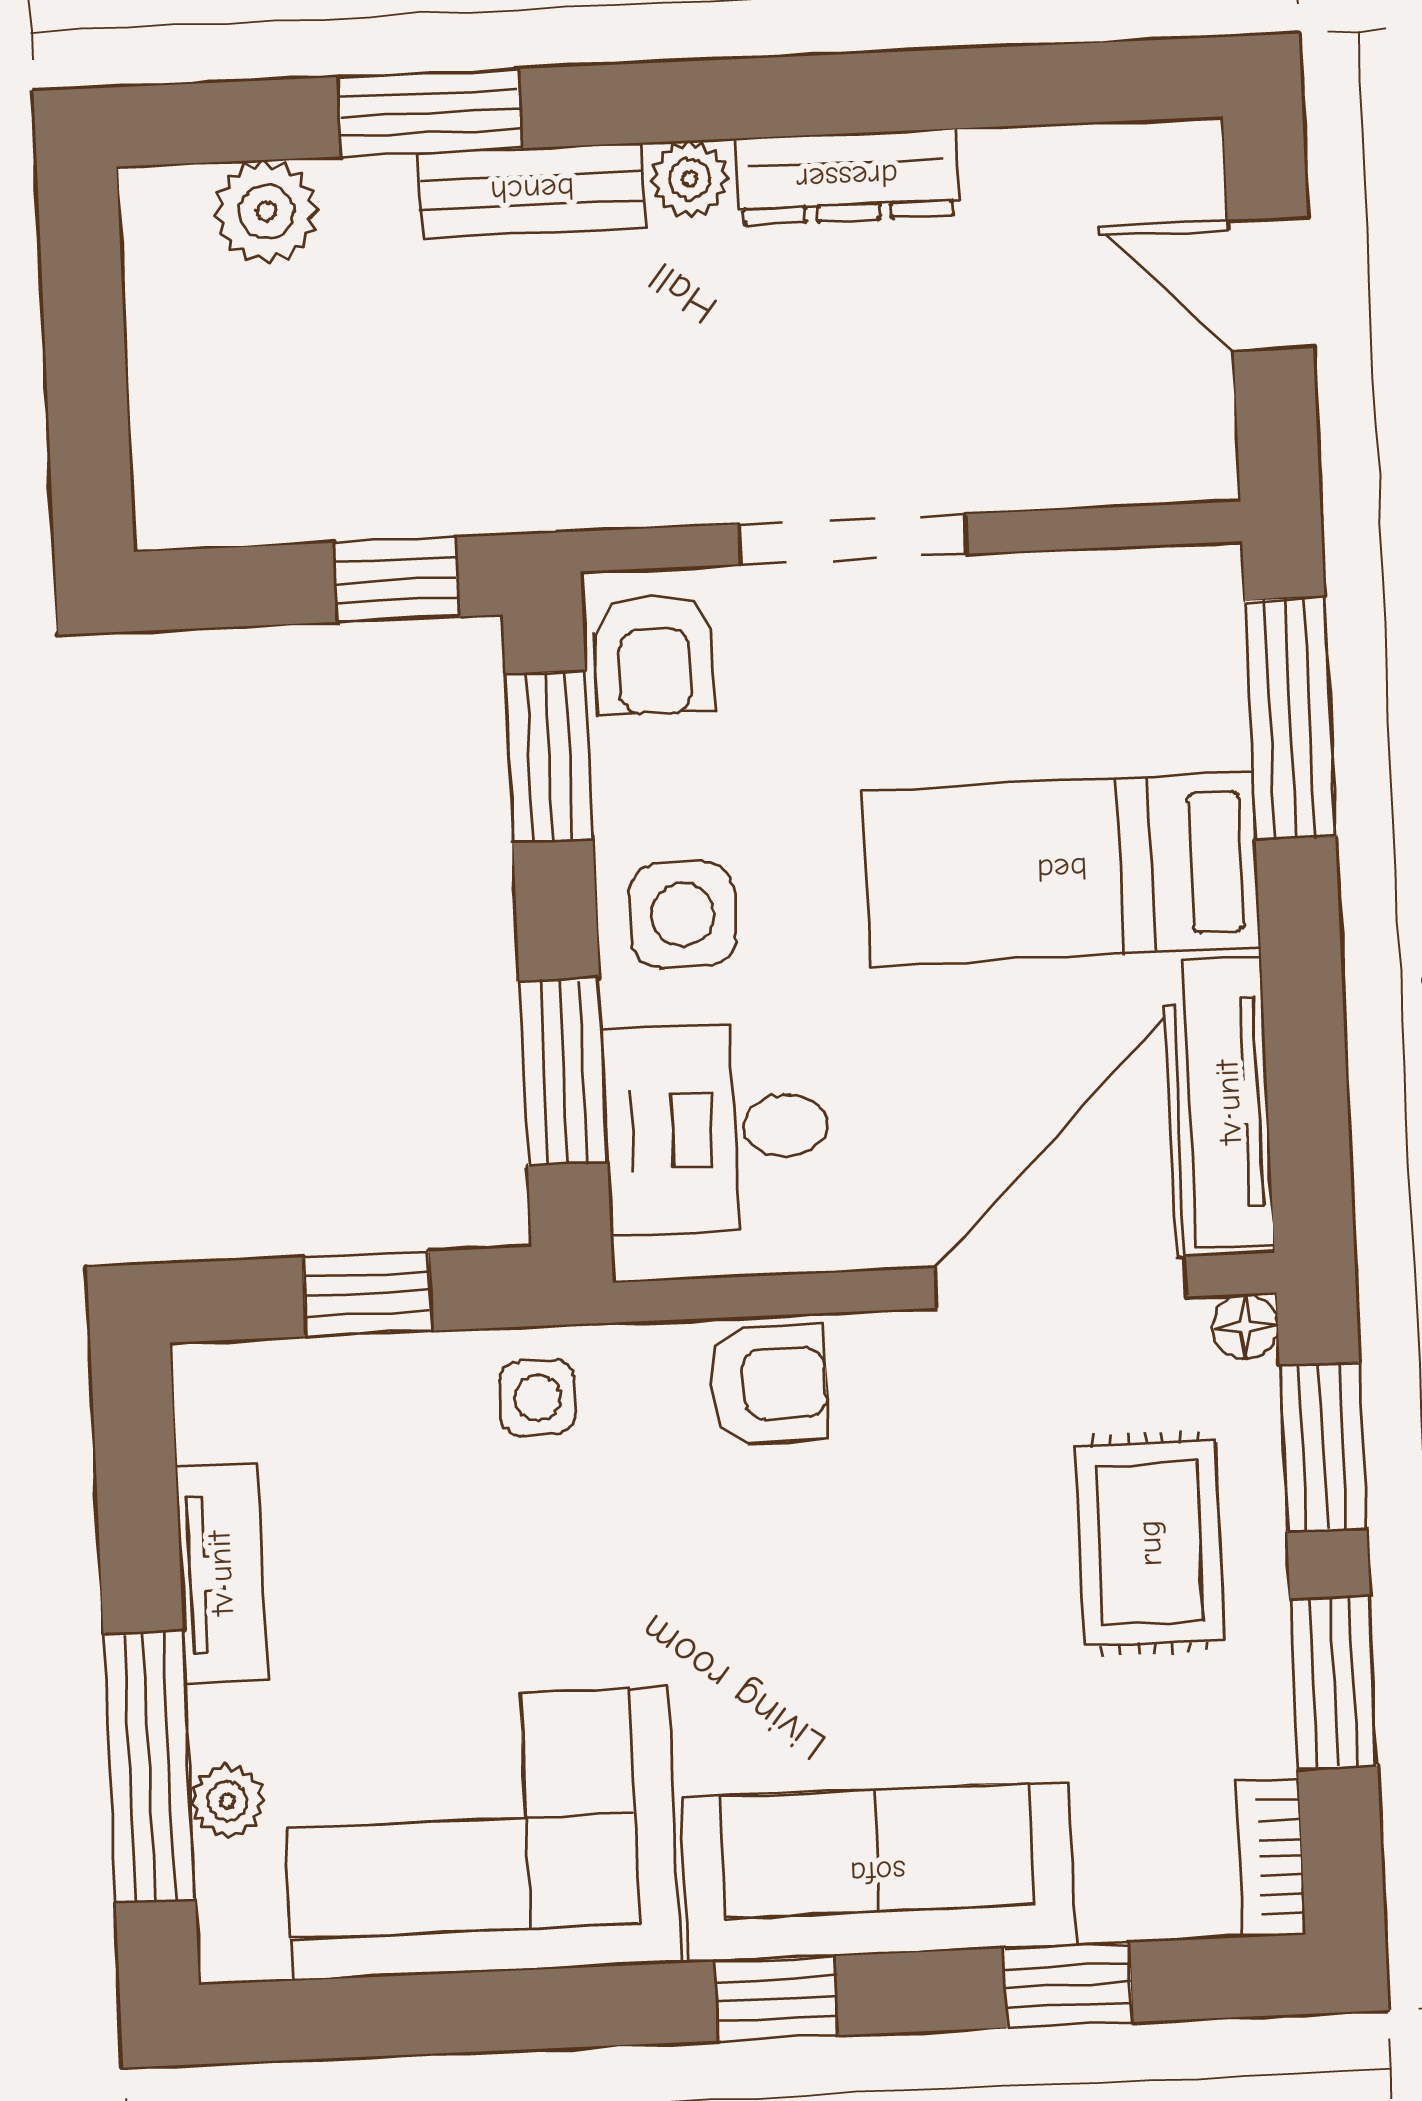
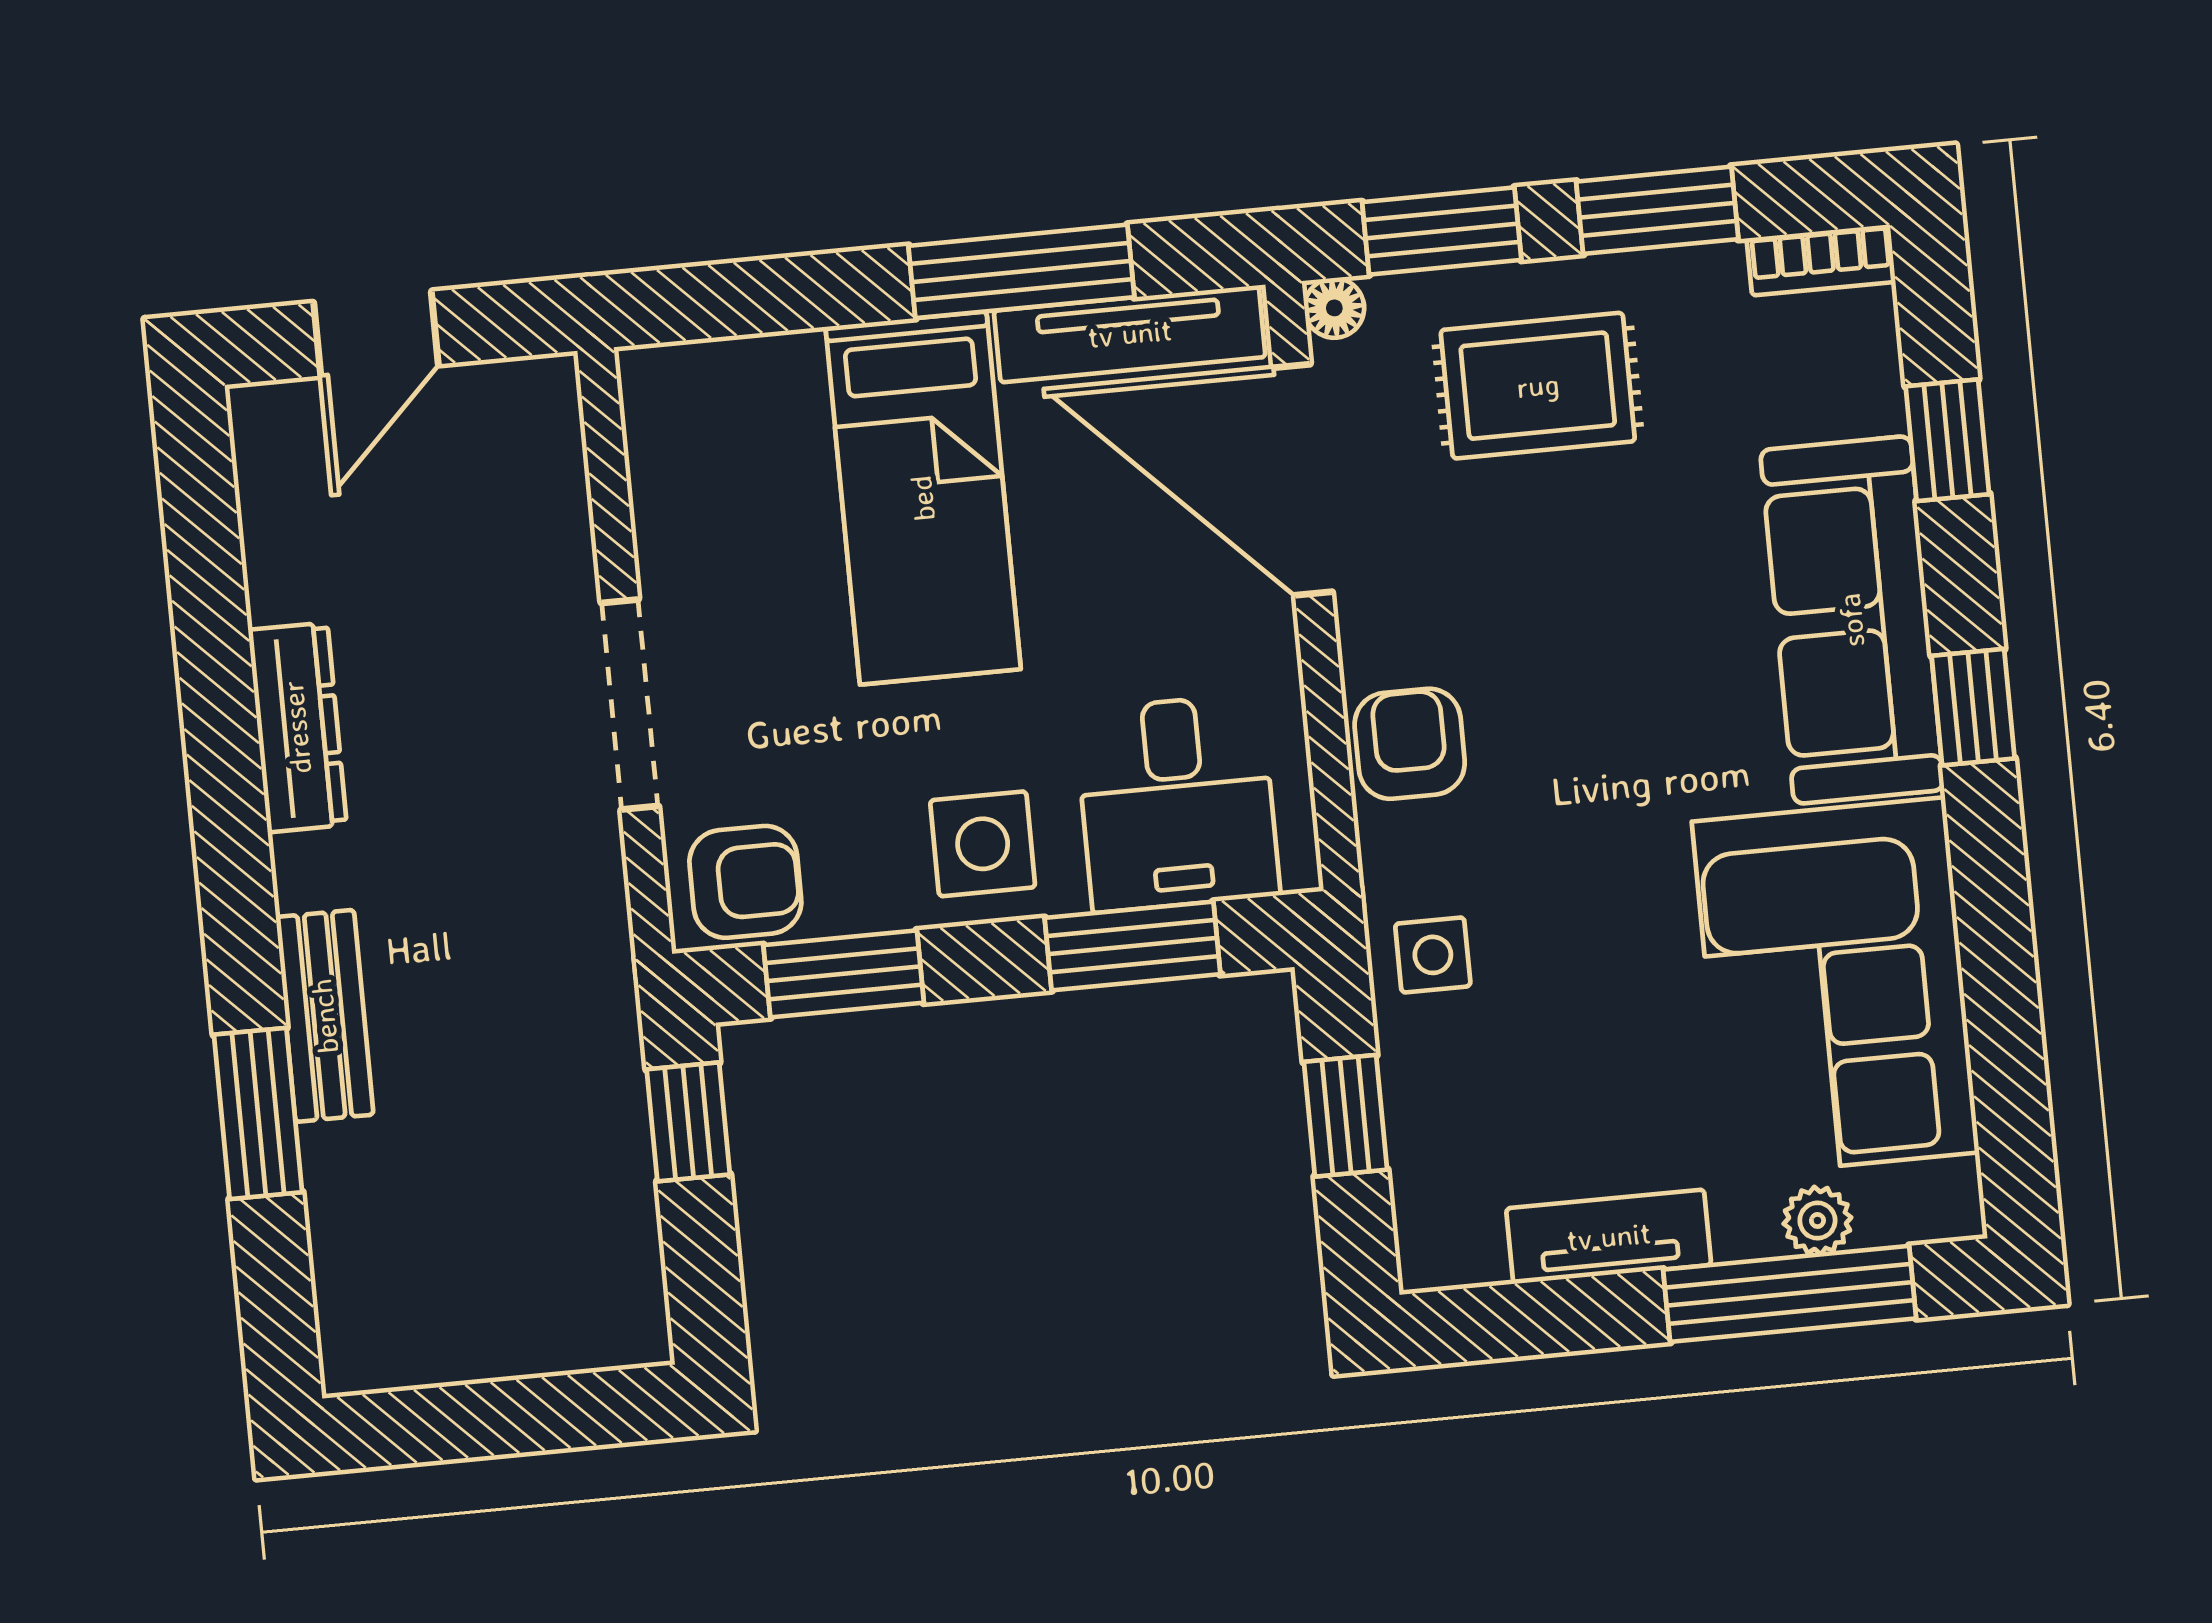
plant: (690, 179) -> (307, 871), removed
plant: (266, 212) -> (357, 1259), removed
window: (1290, 719) -> (1021, 271), moved

